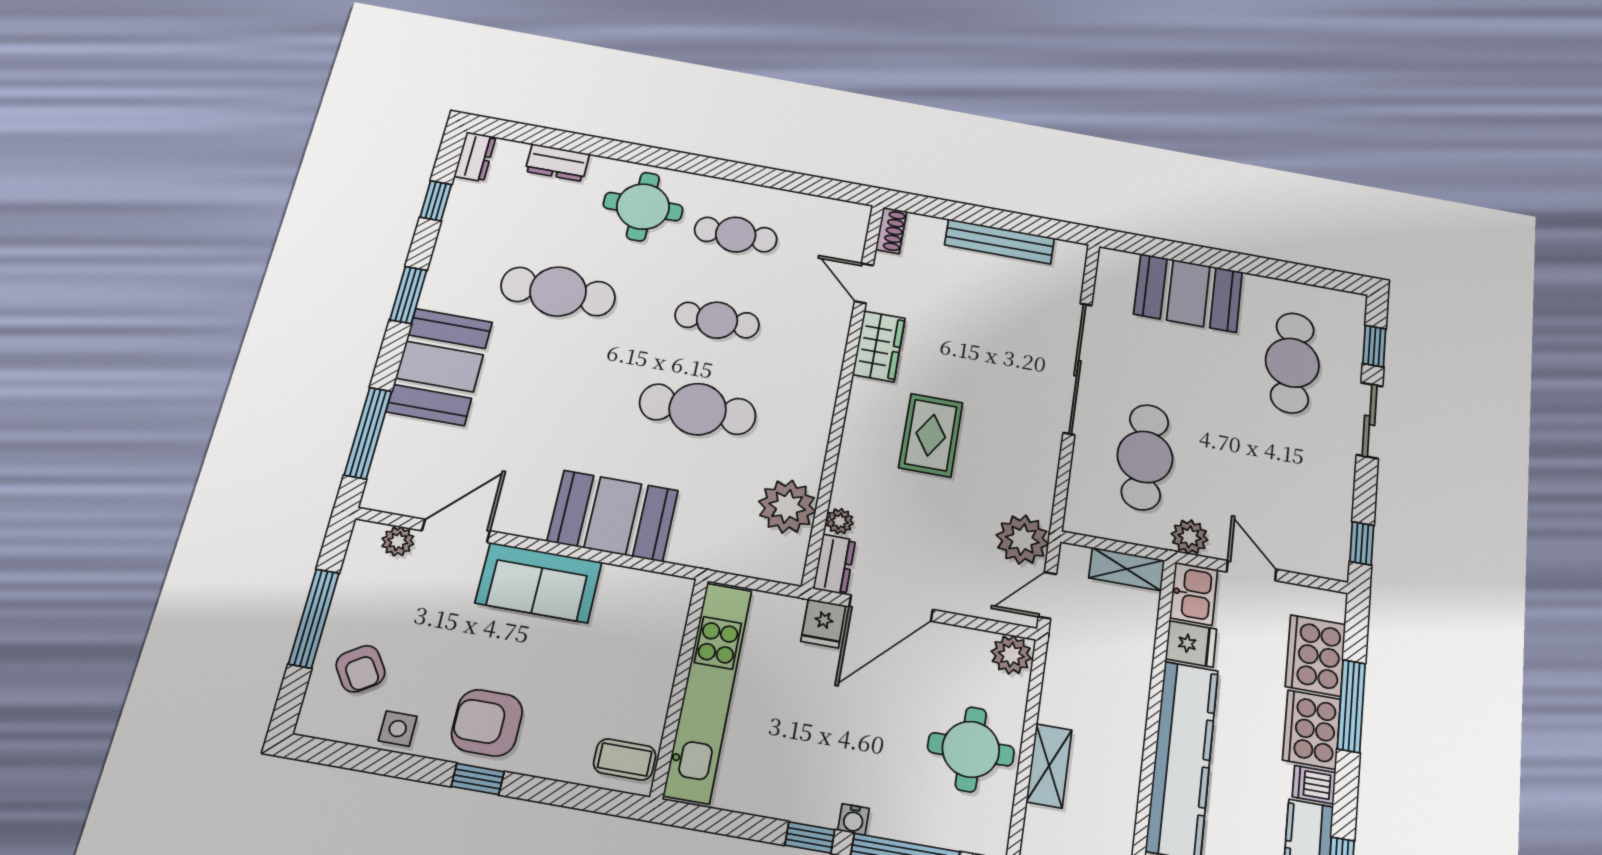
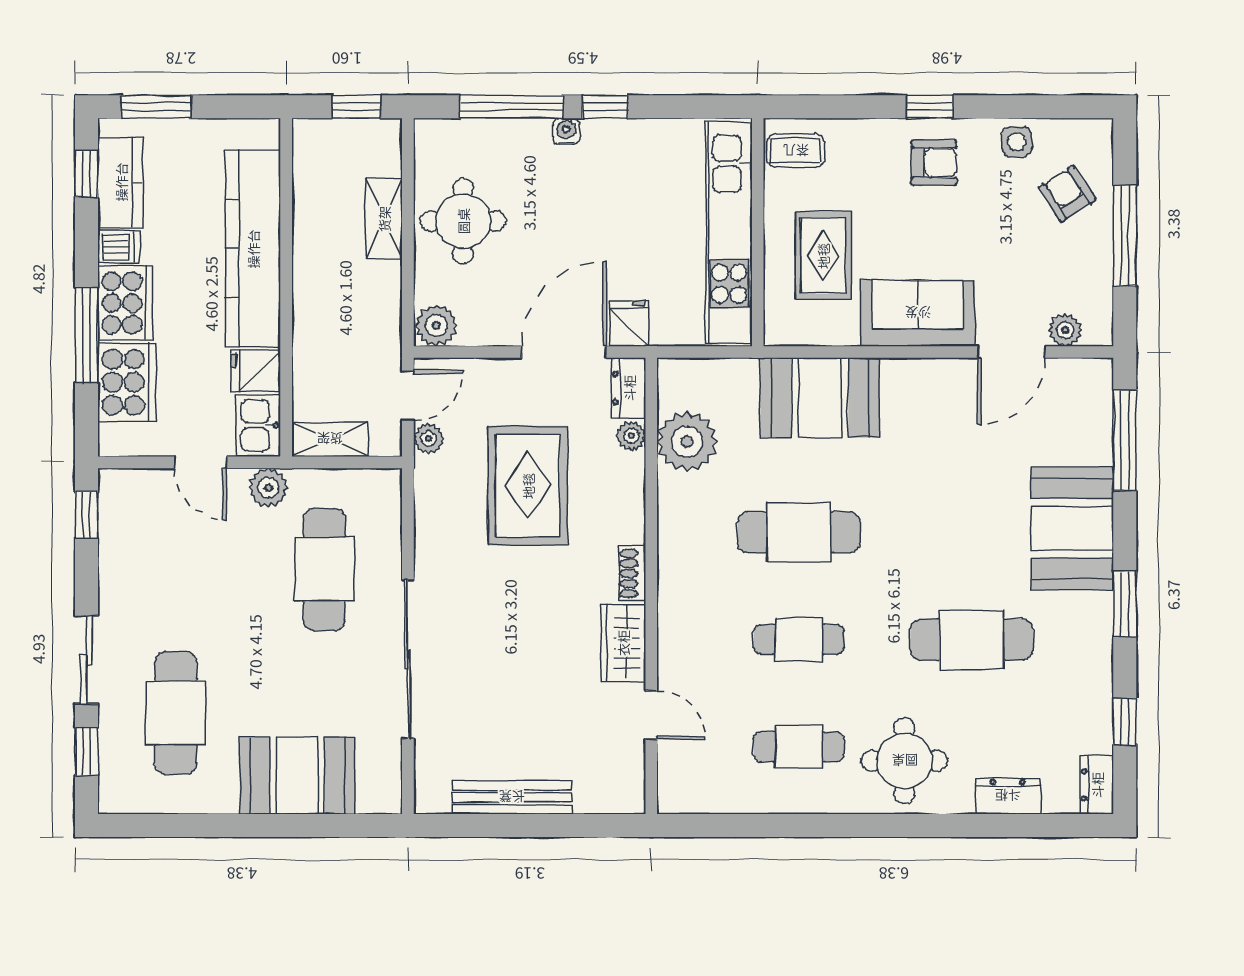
shoe rack: (891, 230) -> (632, 574), moved
rug: (931, 435) -> (528, 486), moved, width x1.36, depth x1.43
booth: (613, 516) -> (820, 398), moved
plant: (1022, 540) -> (428, 439), width x0.53, depth x0.53
rug: (619, 653) -> (823, 256), added
armchair: (487, 723) -> (934, 163), width x0.72, depth x0.72

